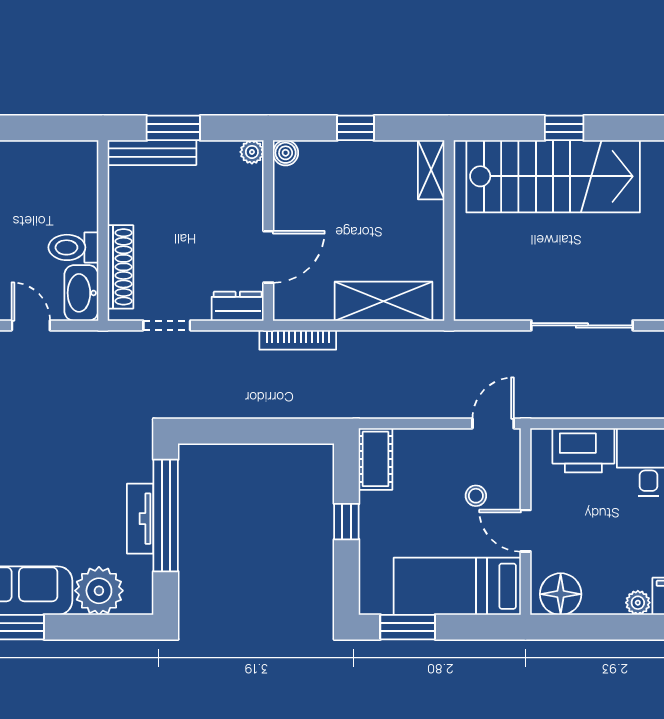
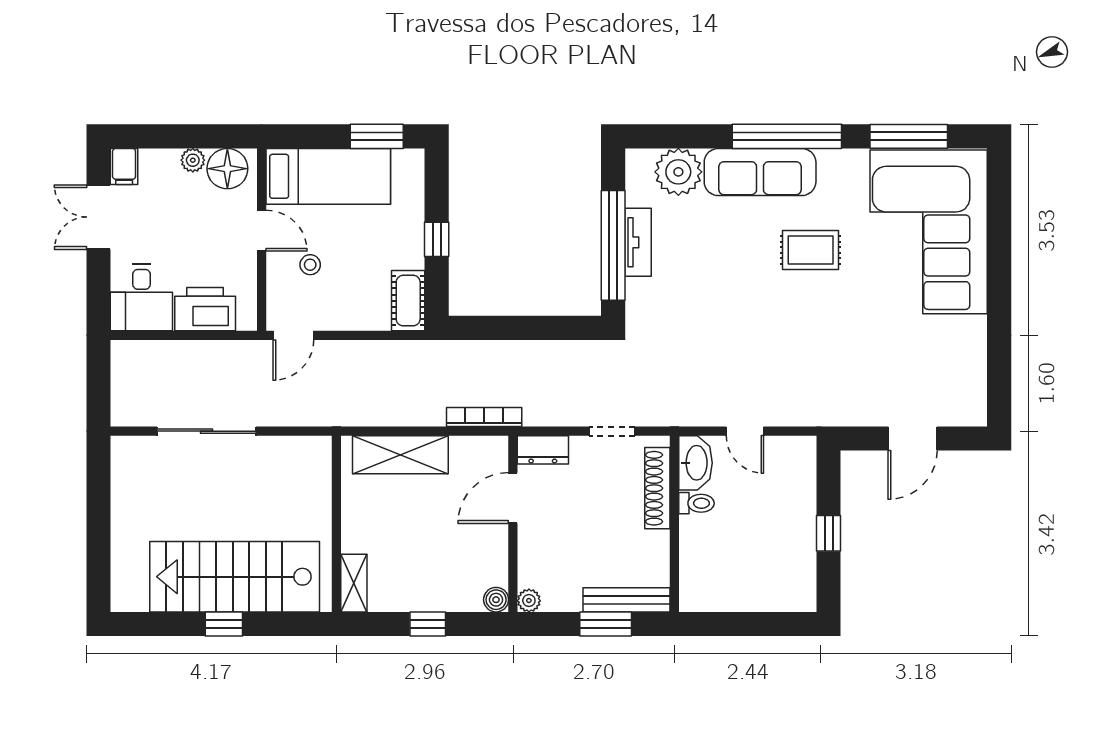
toilet: (73, 247) -> (696, 503), width x0.73, depth x0.72
plant: (638, 603) -> (193, 160), moved

